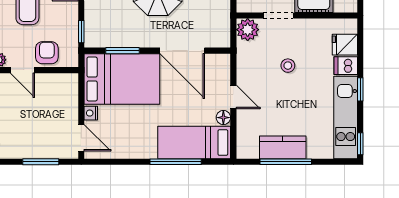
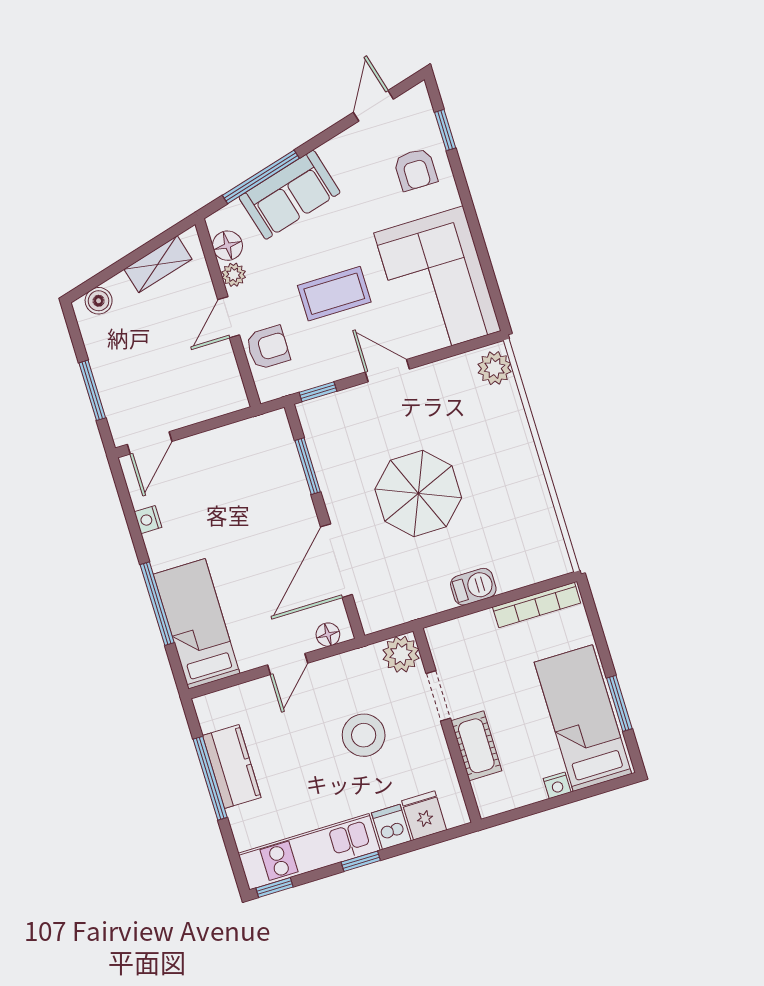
stool: (288, 66) -> (364, 735), width x1.89, depth x1.89
bed: (122, 79) -> (262, 479), removed
nightstand: (91, 113) -> (148, 520), moved, turned -90
floor lamp: (223, 118) -> (328, 635), moved

